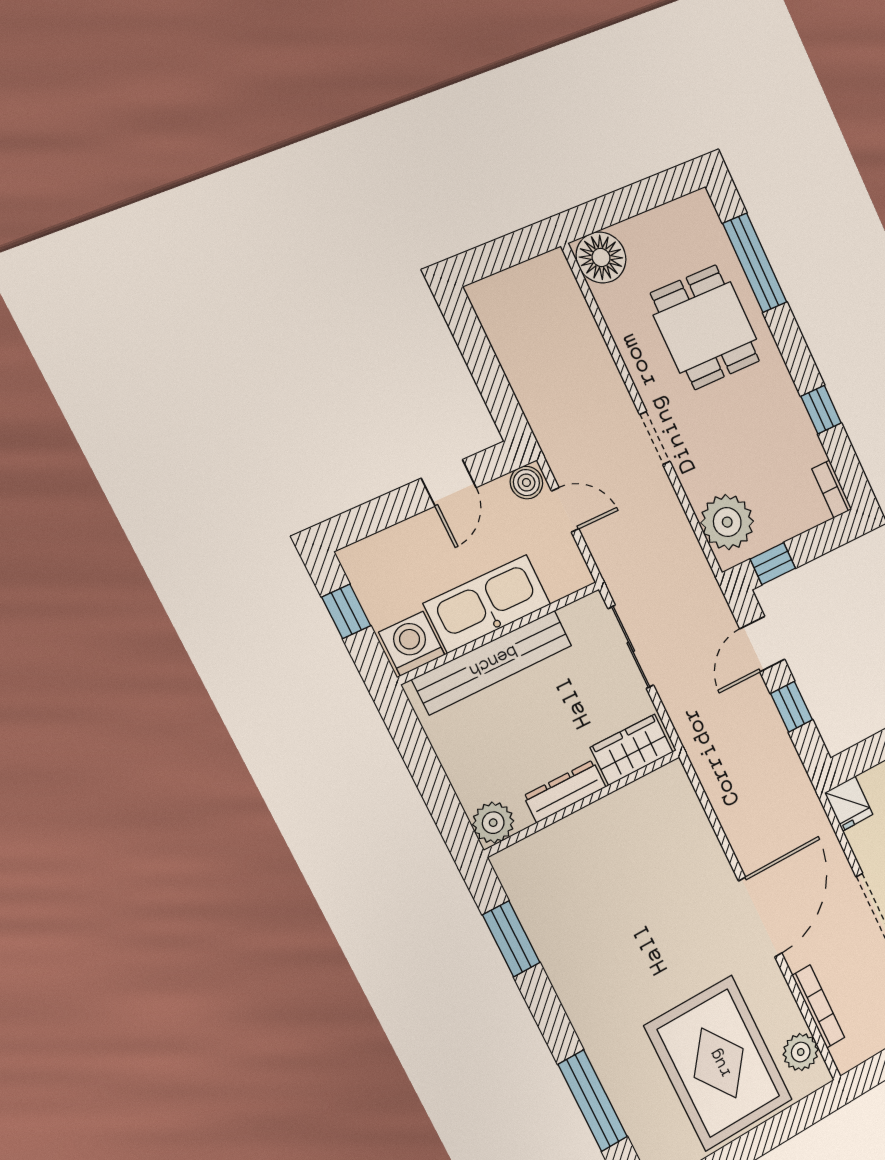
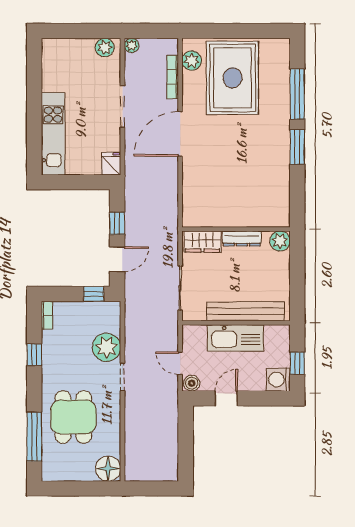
plant: (727, 522) -> (107, 347), moved
washing machine: (412, 644) -> (278, 379), moved, turned 90
window: (511, 939) -> (297, 147), moved

